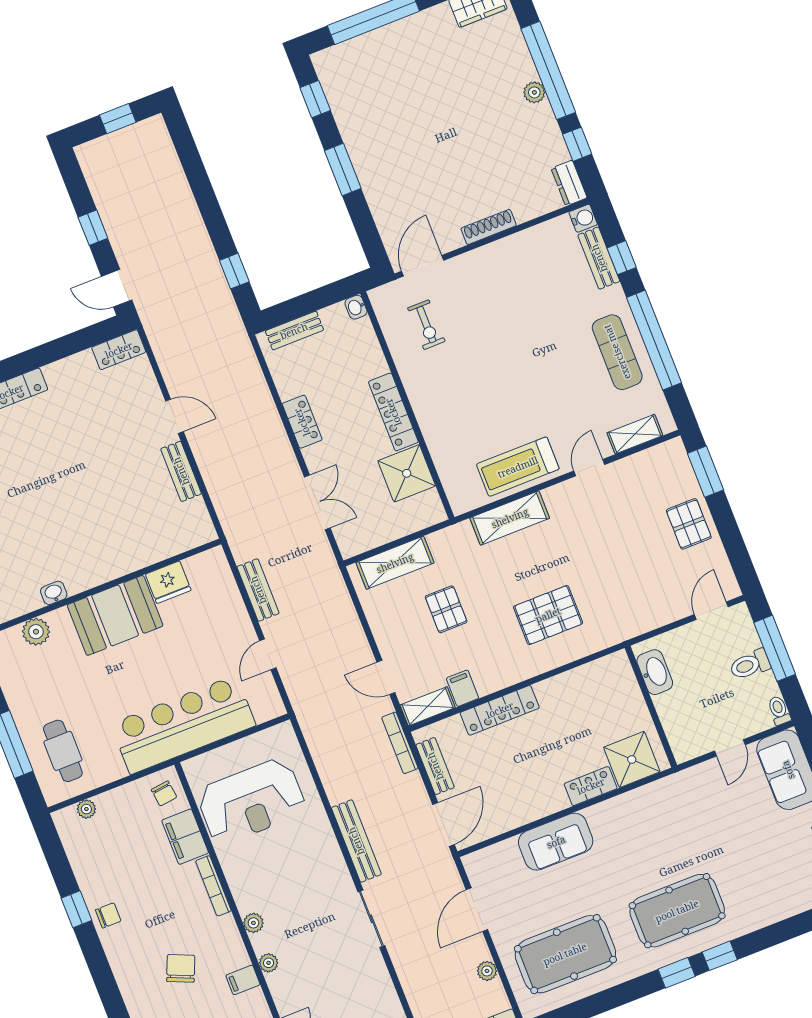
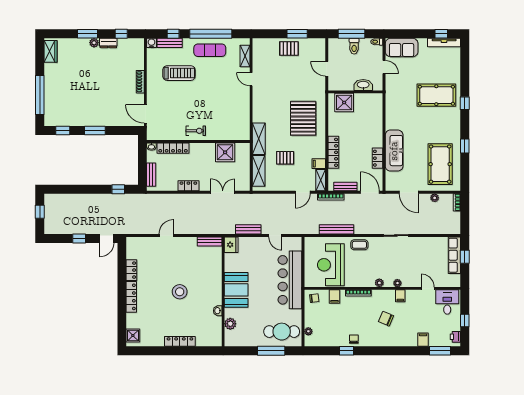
window: (548, 70) -> (88, 34), width x0.47
dresser: (569, 183) -> (108, 43), moved
exercise bike: (426, 325) -> (196, 131), moved
locker: (119, 350) -> (131, 270), moved
locker: (393, 412) -> (173, 148), moved
treadmill: (518, 467) -> (179, 73), moved, turned -90
bench: (181, 471) -> (210, 241), moved
window: (705, 472) -> (297, 34), moved
stool: (63, 493) -> (180, 292), added
shelving: (510, 518) -> (259, 139), moved
fridge: (168, 582) -> (231, 245), moved
door: (711, 611) -> (327, 69), moved
pallet: (548, 615) -> (303, 118), width x1.37, depth x1.41
washbasin: (655, 672) -> (363, 85), moved
cafe table: (63, 751) -> (282, 332), width x1.37, depth x1.35
shower: (632, 759) -> (344, 103), moved
locker: (591, 786) -> (377, 158), moved
reception desk: (251, 801) -> (331, 265), turned 180
filing cabinet: (185, 837) -> (335, 296), width x0.50
bench: (356, 841) -> (336, 229), moved
sofa: (556, 842) -> (394, 151), width x1.36
coffee table: (320, 847) -> (359, 245), added
pool table: (677, 911) -> (436, 95), moved, turned 90
window: (677, 973) -> (465, 146), moved

